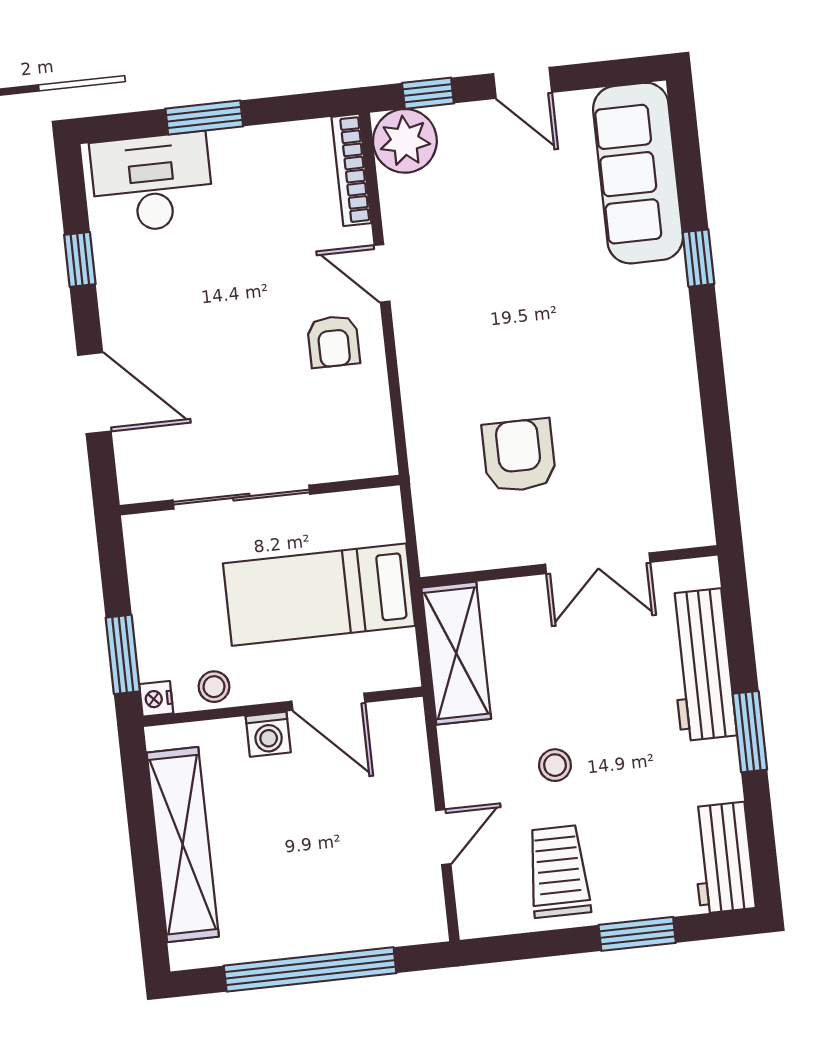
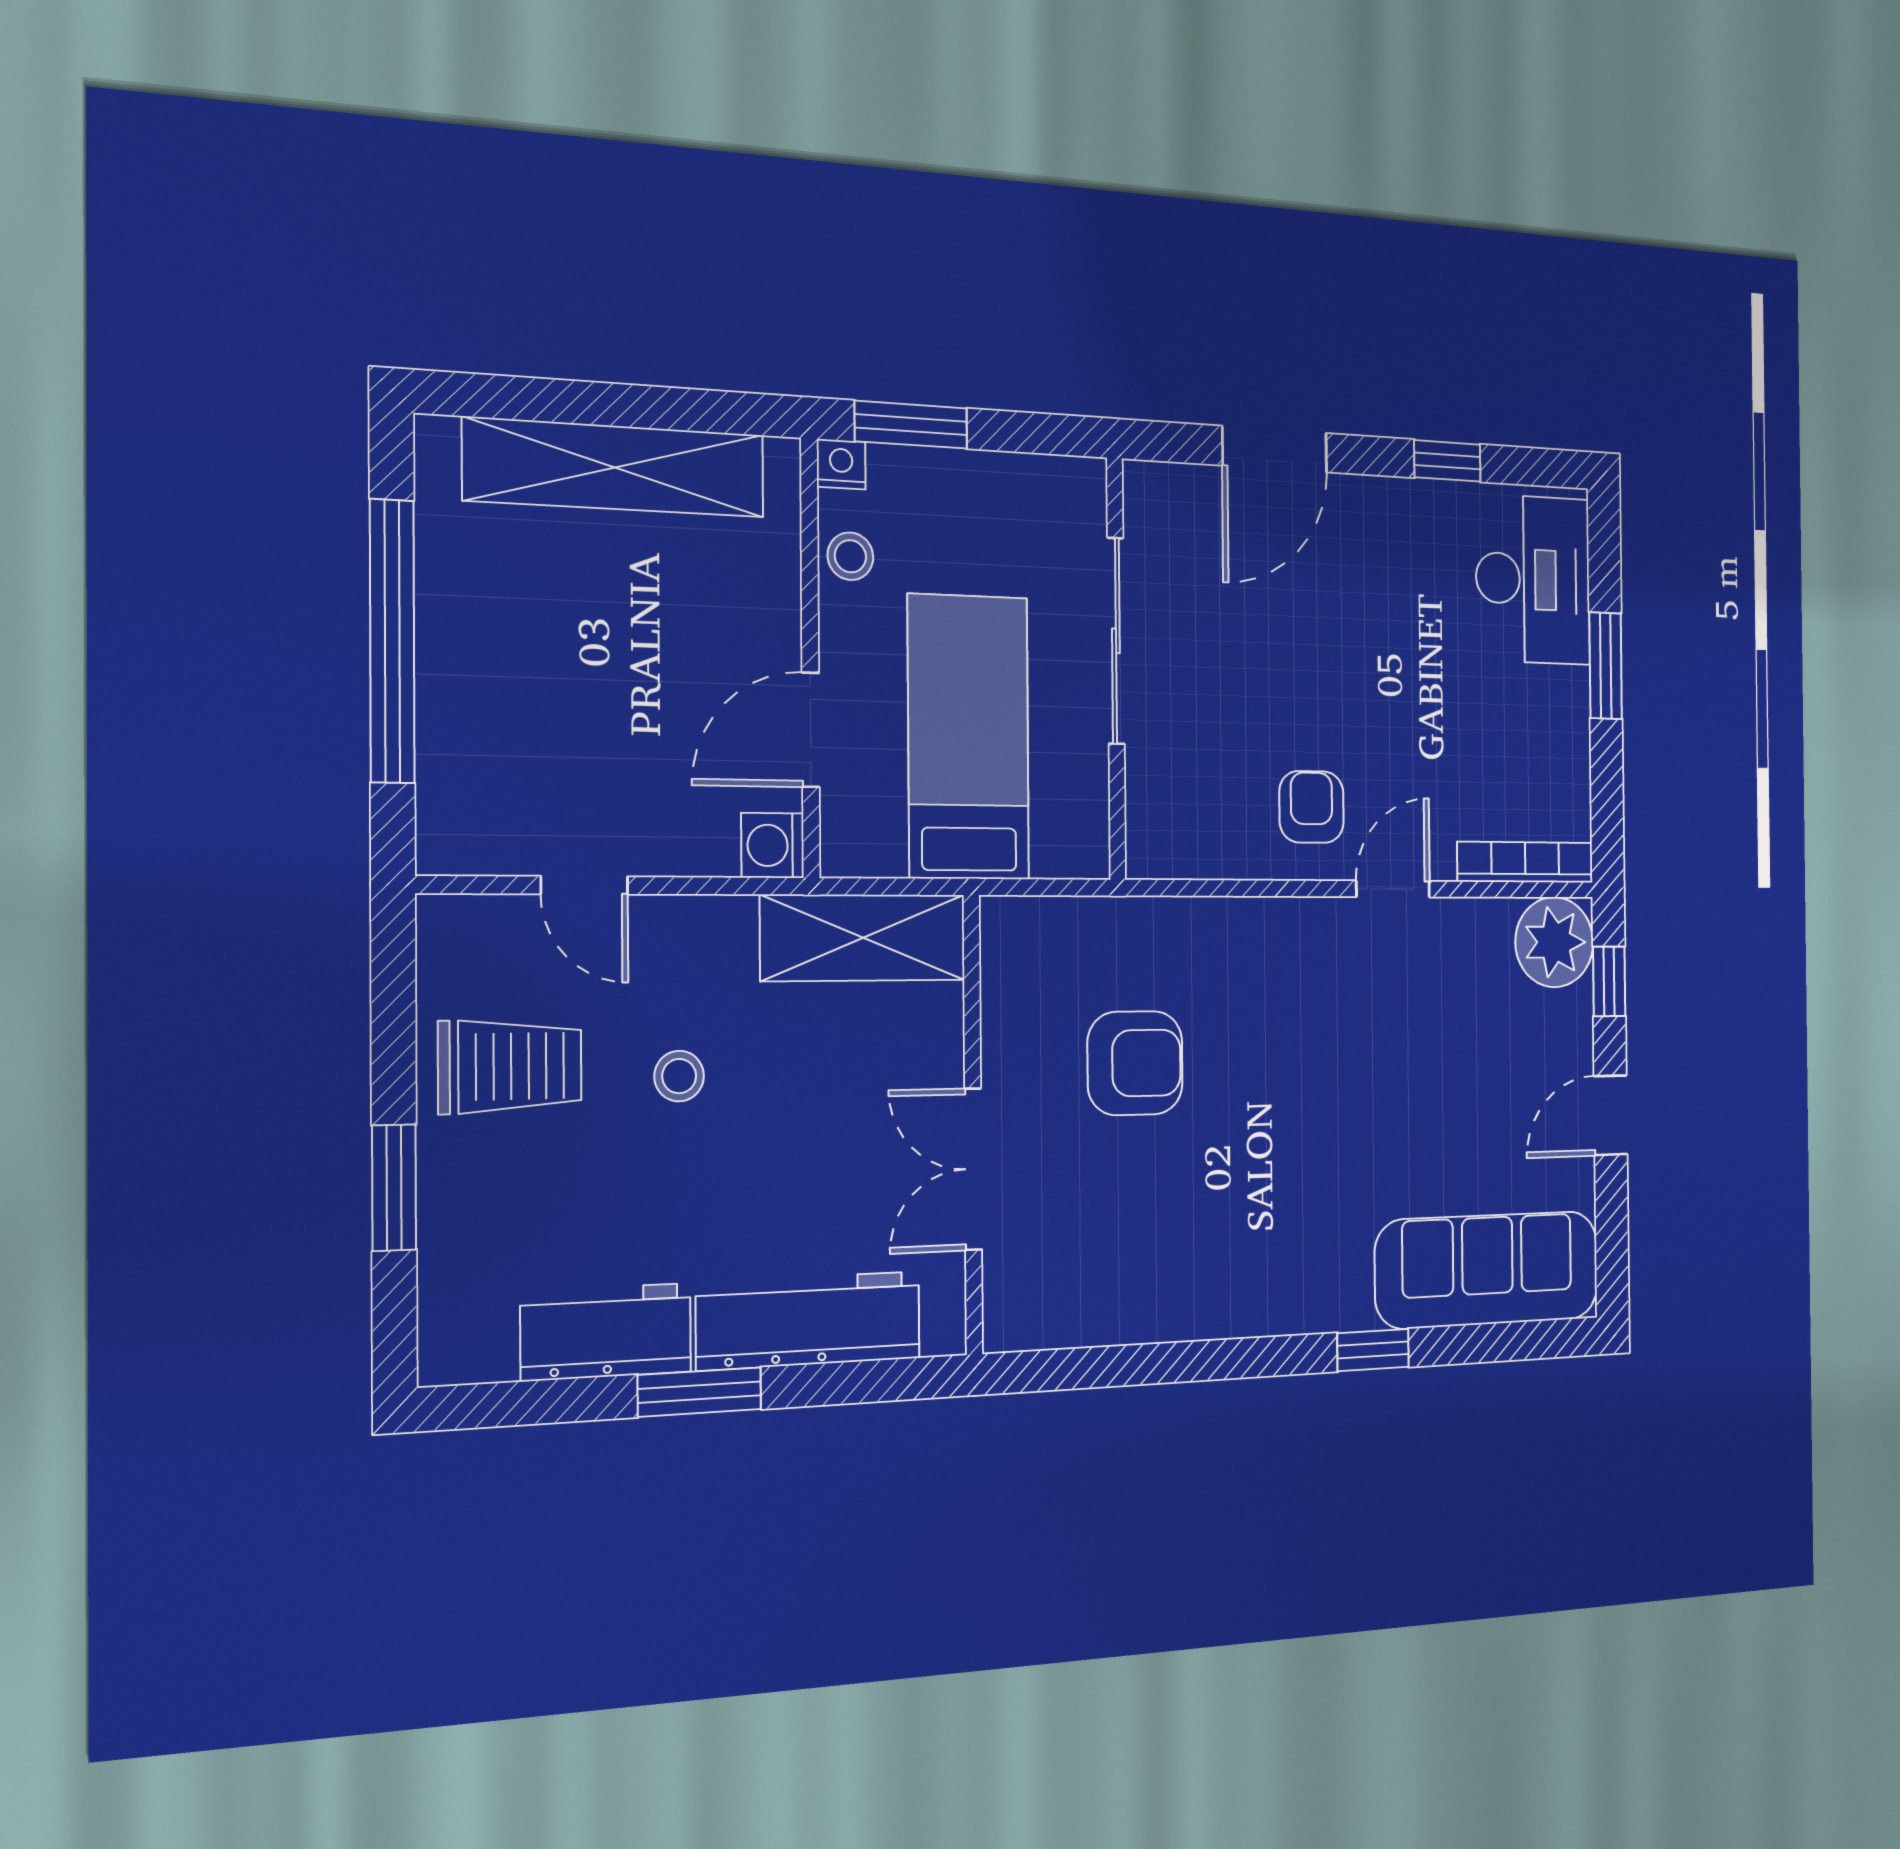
armchair: (333, 342) -> (1311, 807), turned 90
washing machine: (268, 734) -> (773, 845), moved
workbench: (723, 858) -> (606, 1332), moved

